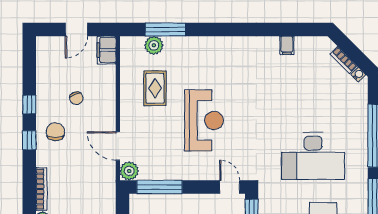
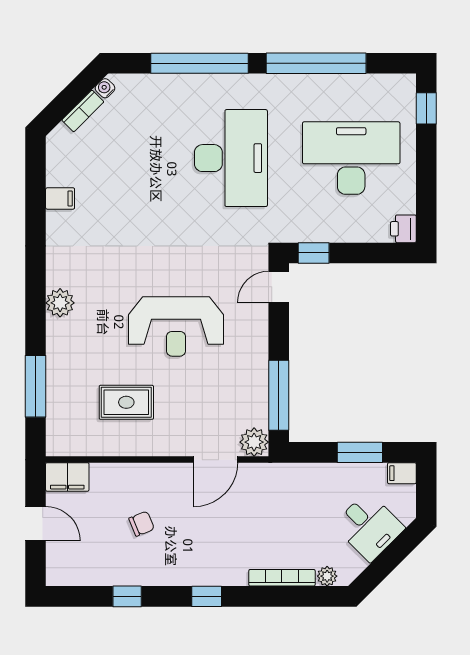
plant: (154, 45) -> (60, 303), moved
window: (29, 104) -> (127, 596), moved
reception desk: (204, 120) -> (176, 327), turned 180
chair: (55, 132) -> (193, 556), removed

